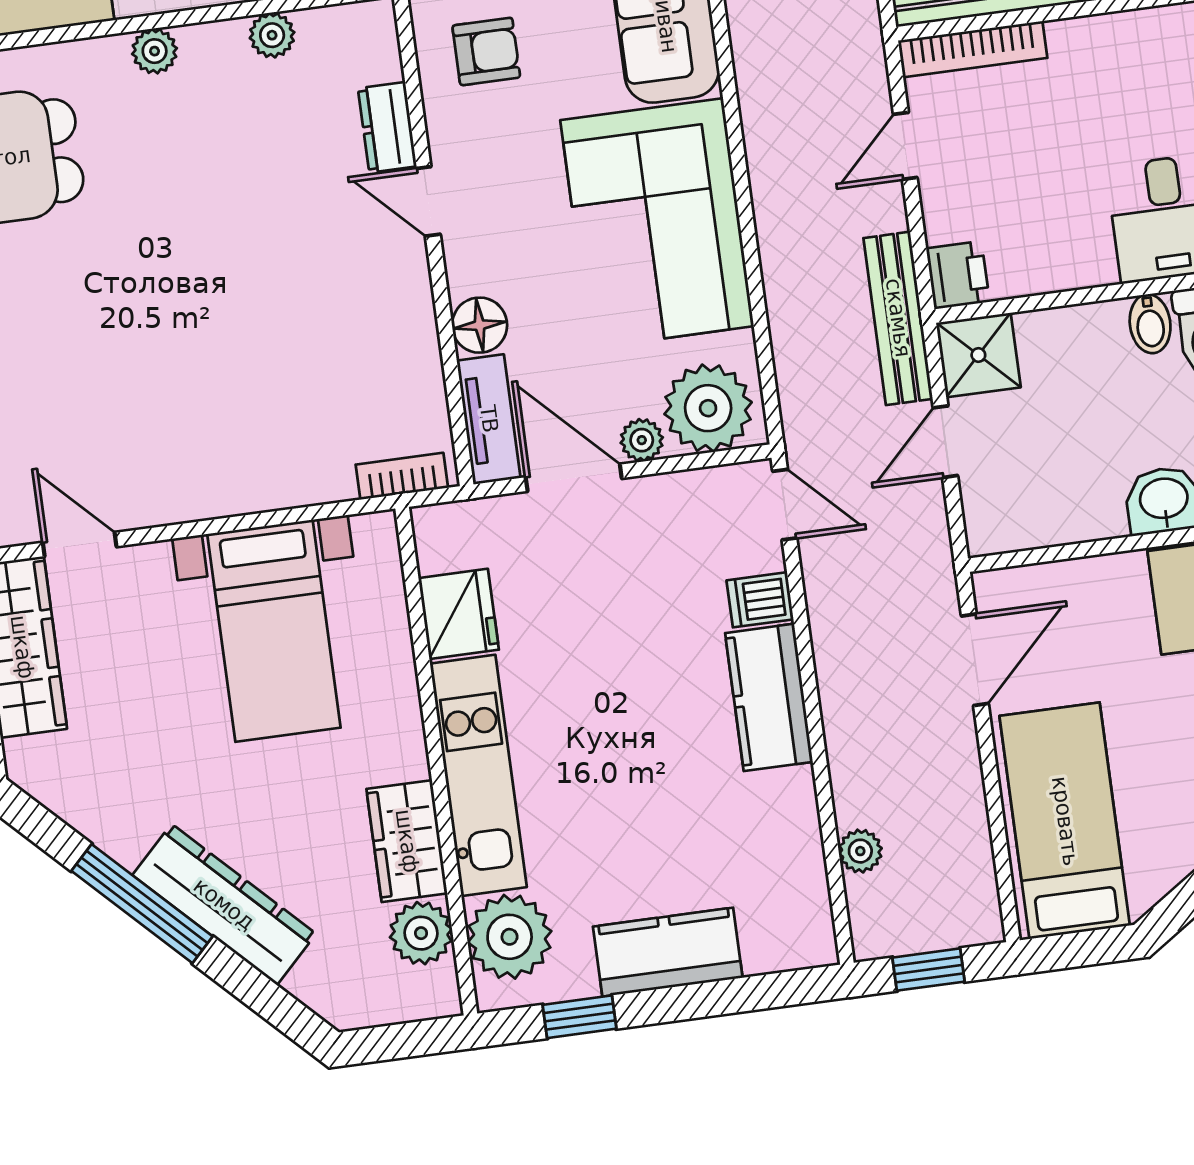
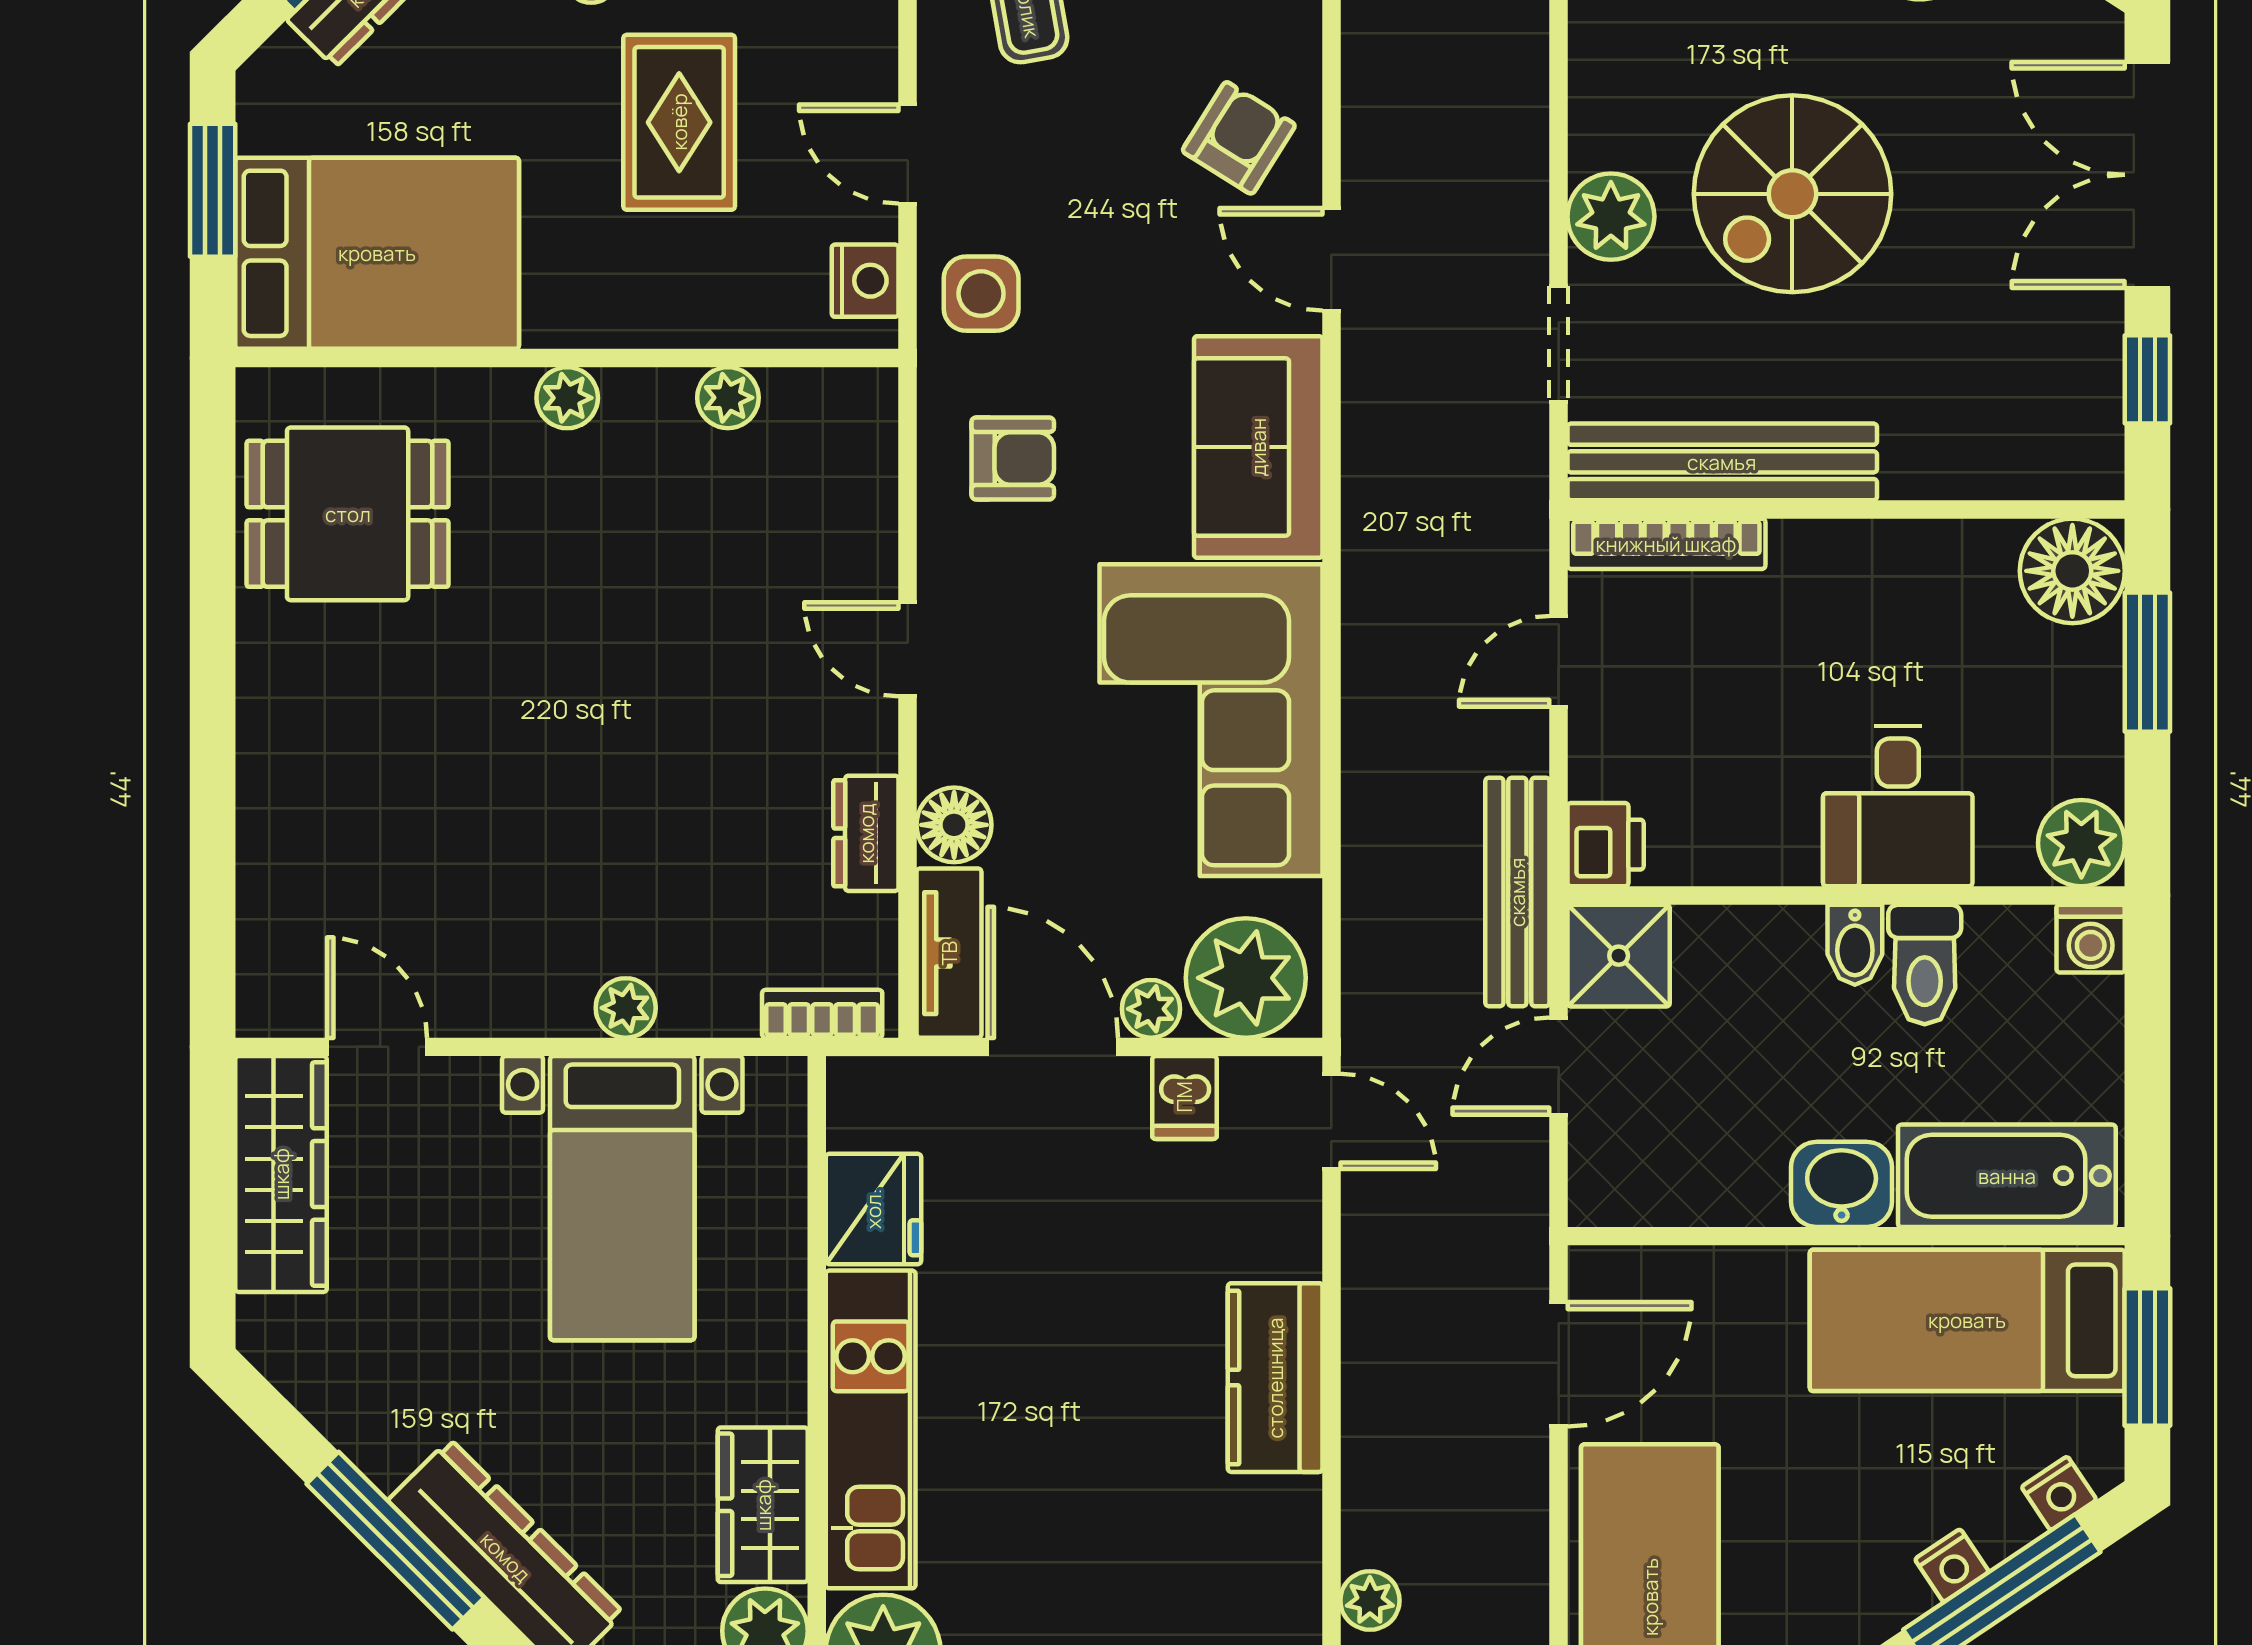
dresser: (387, 127) -> (866, 833), moved
plant: (258, 491) -> (626, 1008), added
dishwasher: (760, 600) -> (1184, 1097), moved, turned -90

